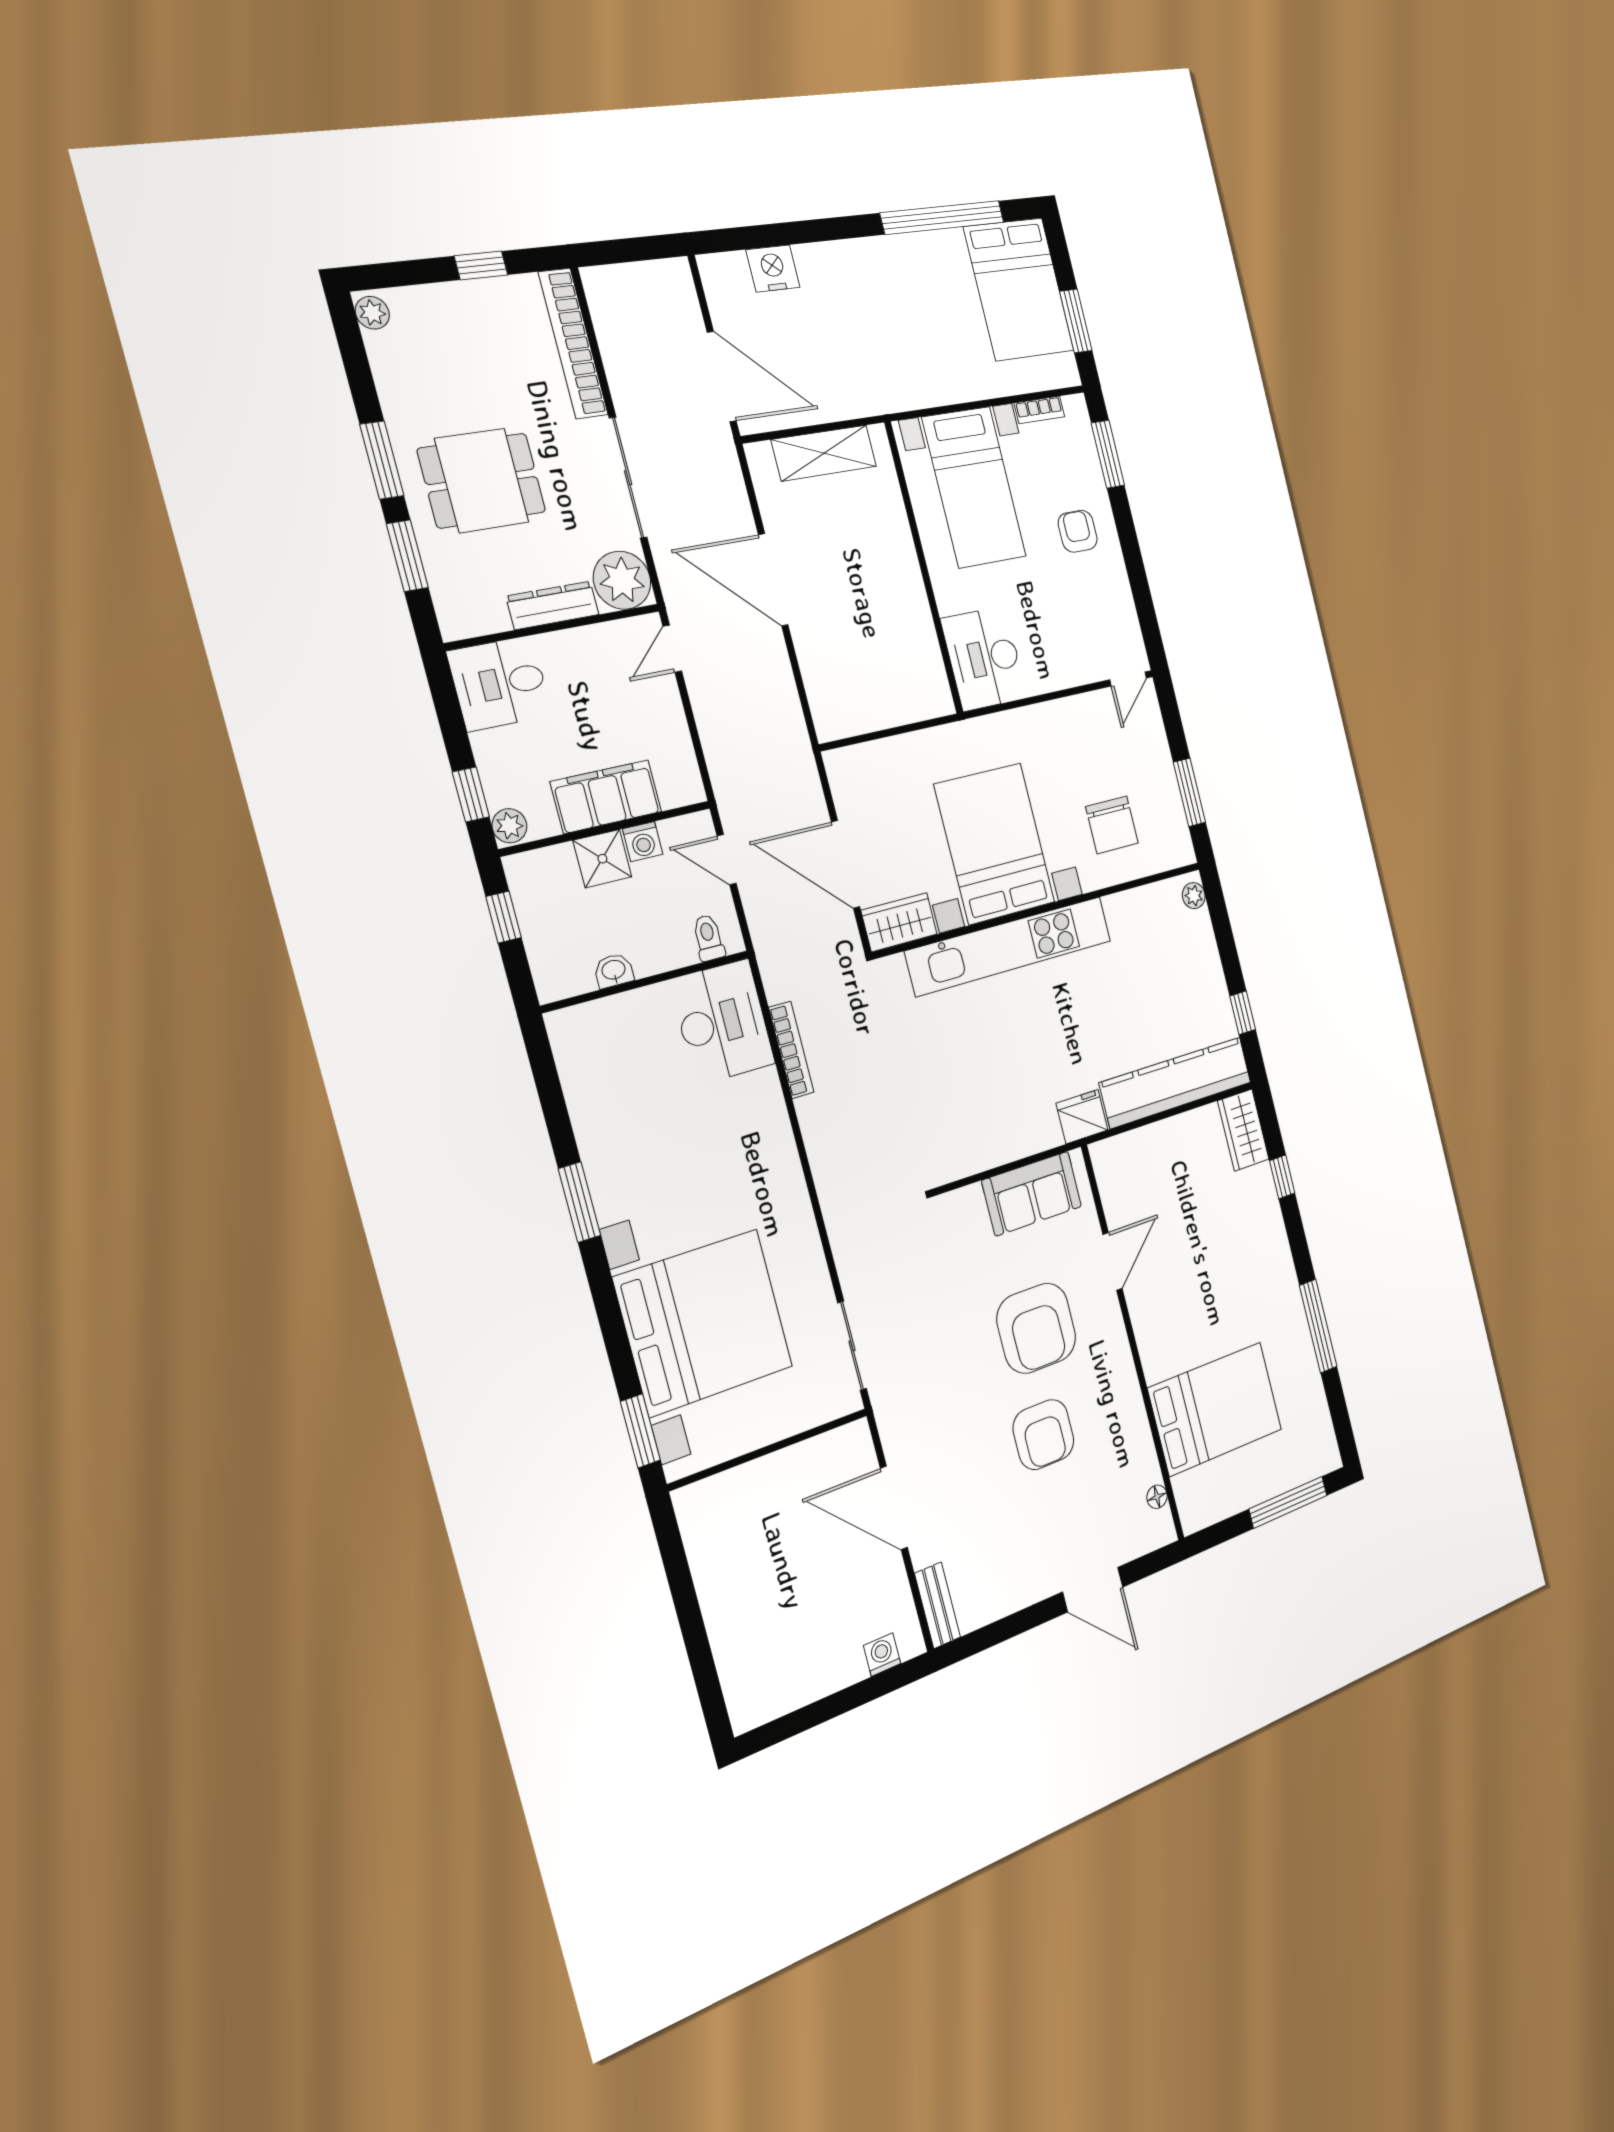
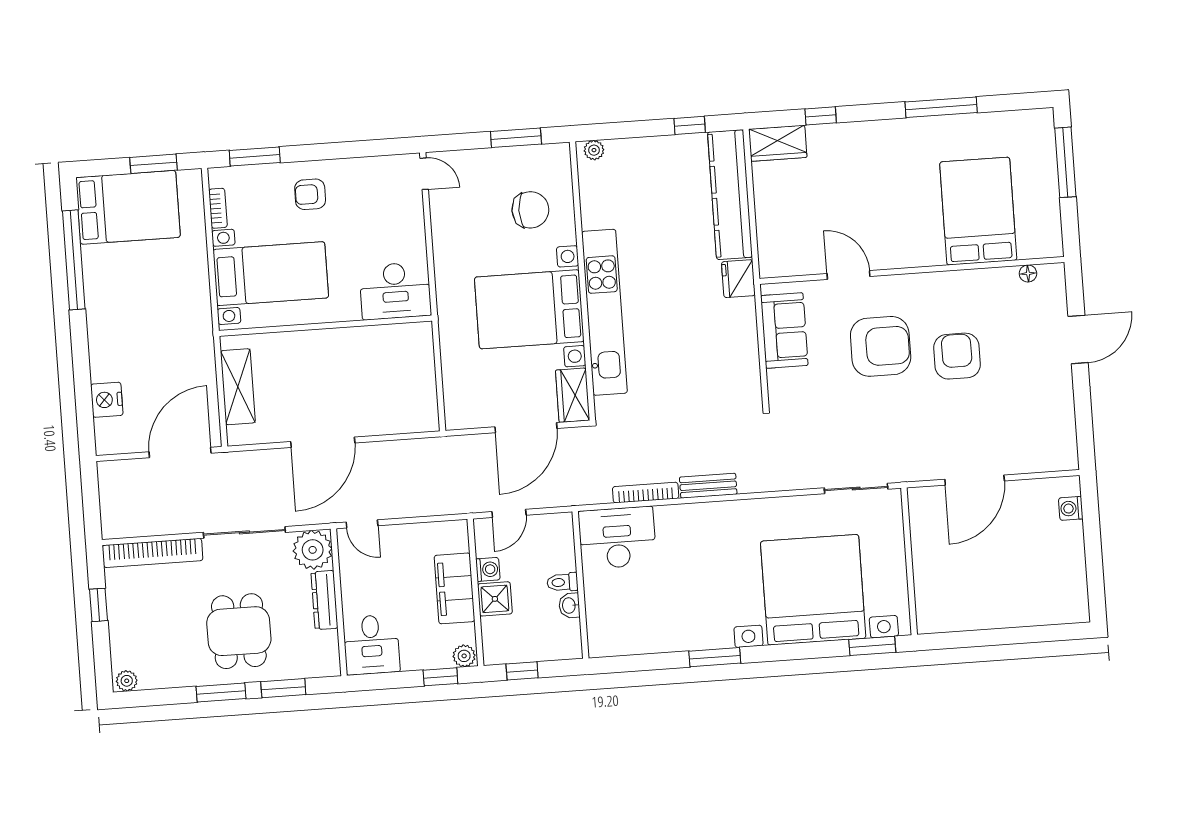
toilet: (708, 938) -> (562, 582), moved
armchair: (1043, 1435) -> (957, 356), turned -90
bench: (938, 1605) -> (708, 486), moved

